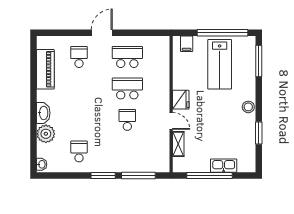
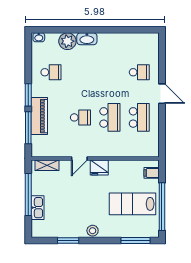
piano: (45, 69) -> (39, 116), moved, turned -90
shelving: (178, 144) -> (47, 165), moved

